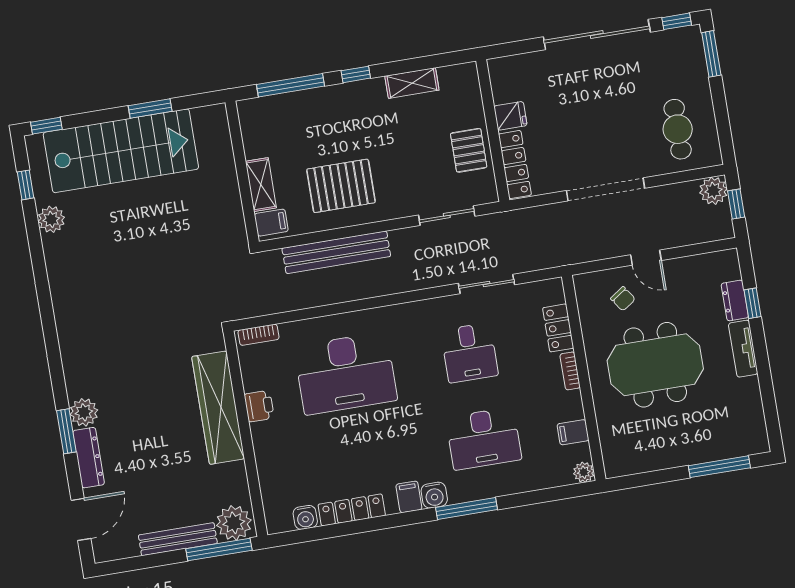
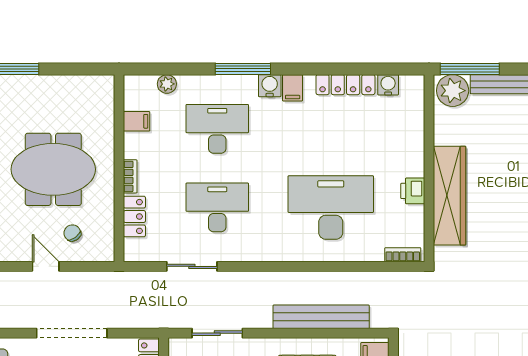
desk: (469, 353) -> (217, 207), width x1.37
plant: (584, 472) -> (167, 84), moved

